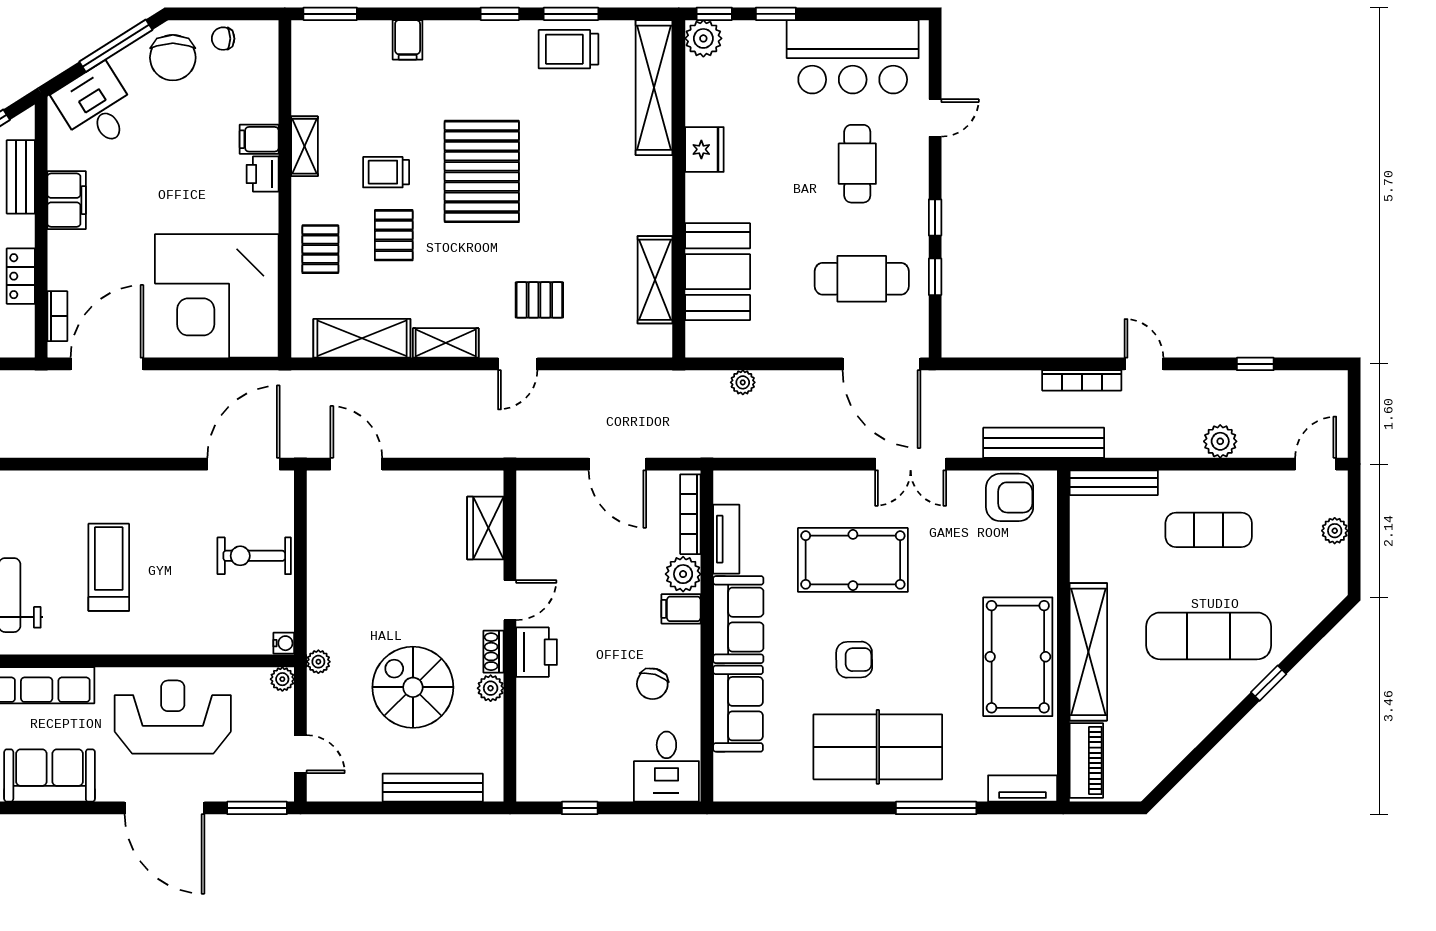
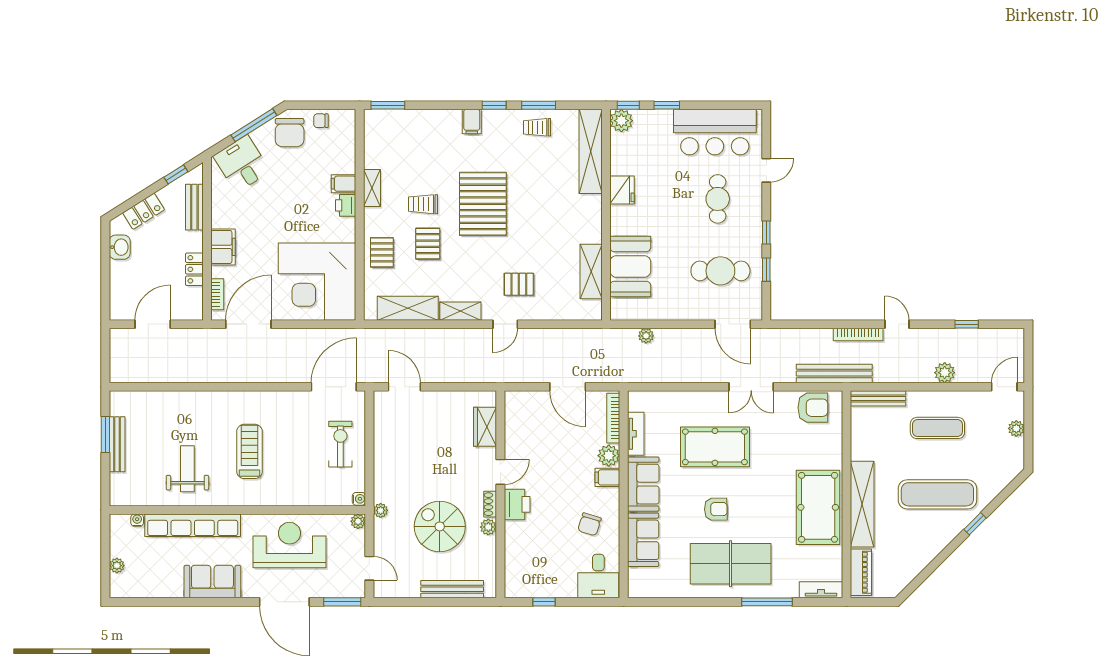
filing cabinet: (408, 40) -> (472, 122), moved
trolley: (569, 49) -> (537, 127), width x0.73, depth x0.72
filing cabinet: (67, 200) -> (223, 247), moved
door: (881, 364) -> (733, 324), width x0.73
exercise bike: (254, 556) -> (340, 444), turned 90

